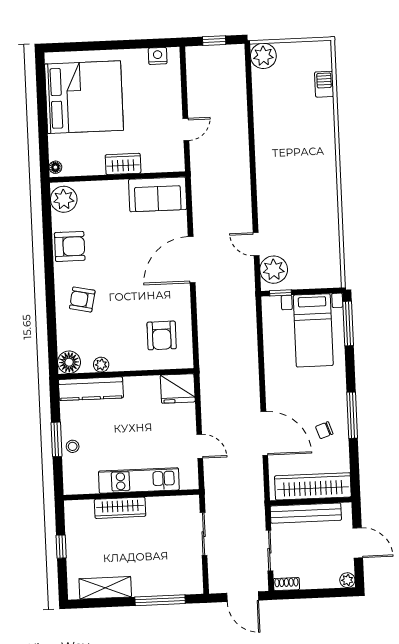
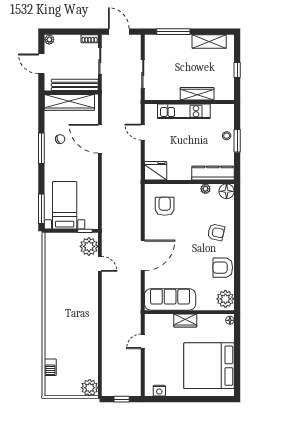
sofa: (158, 194) -> (170, 299), width x1.36

